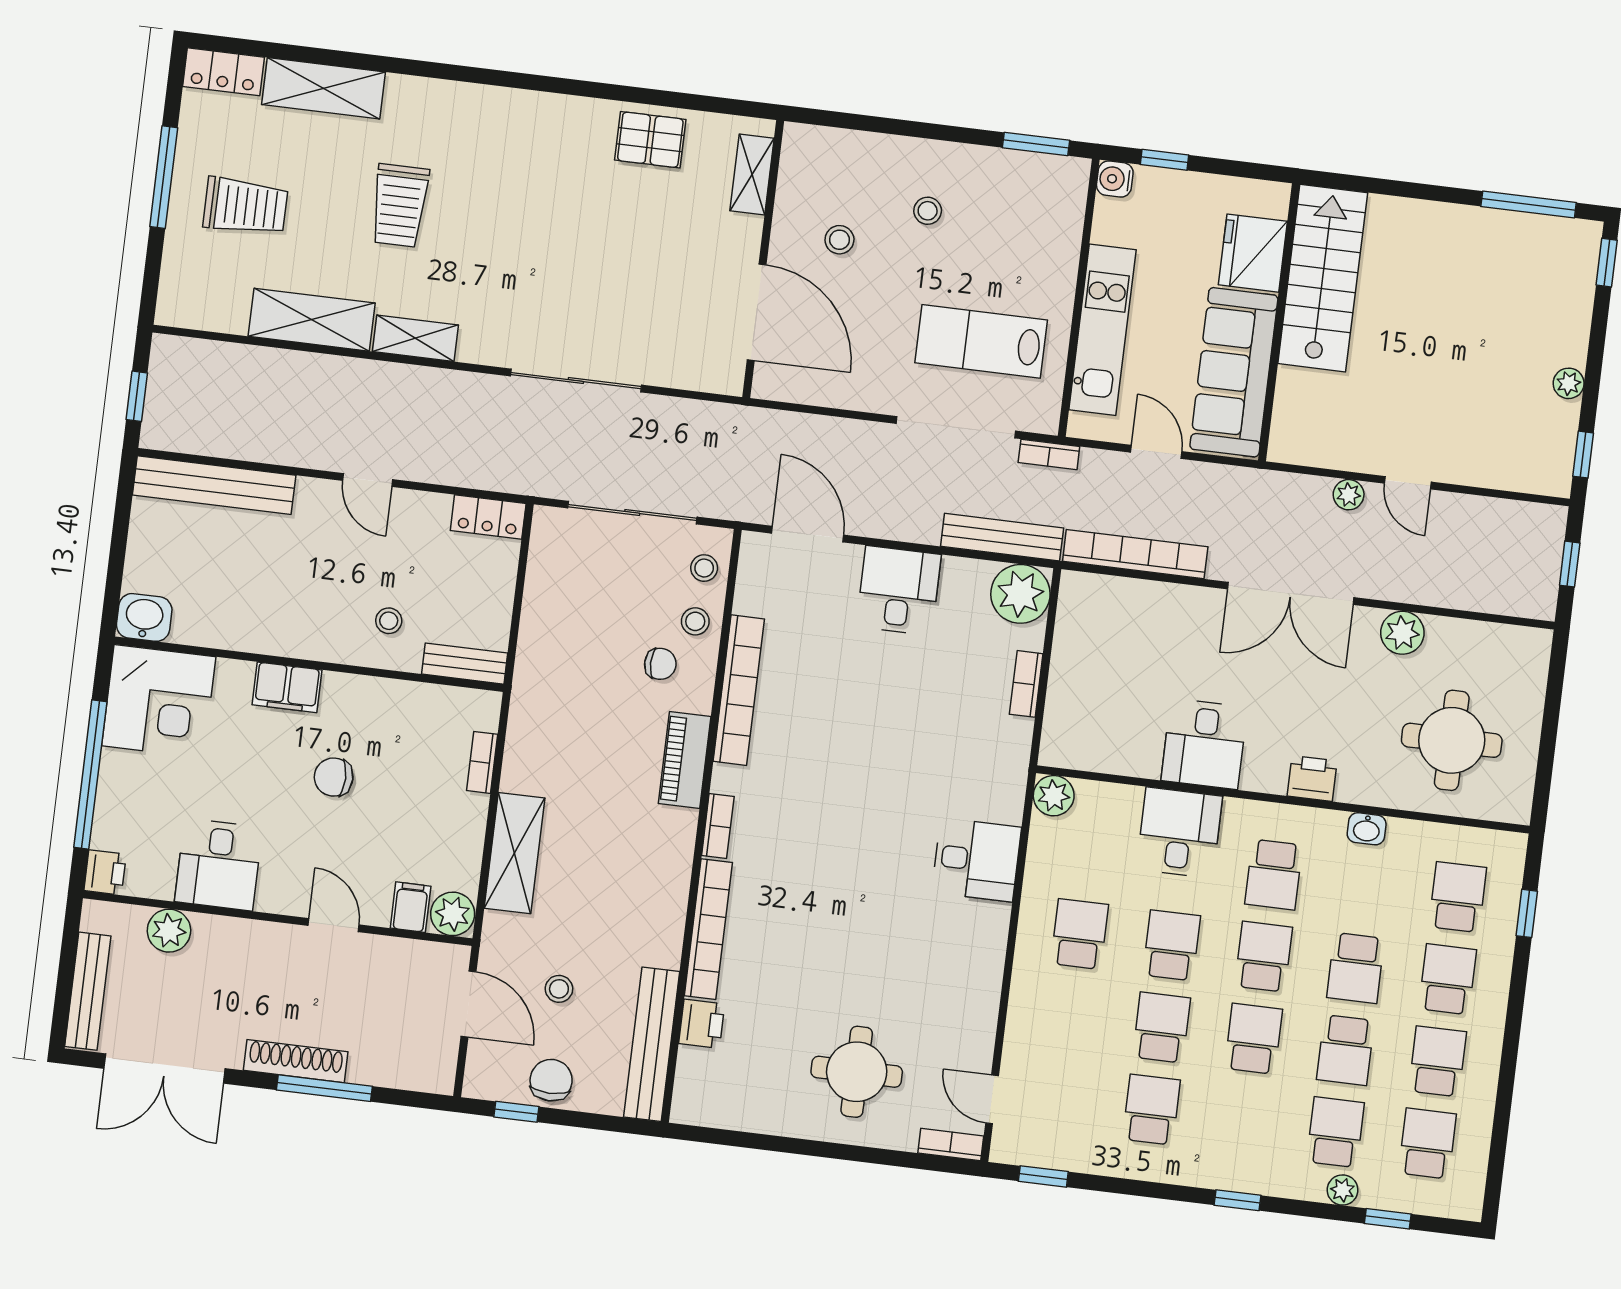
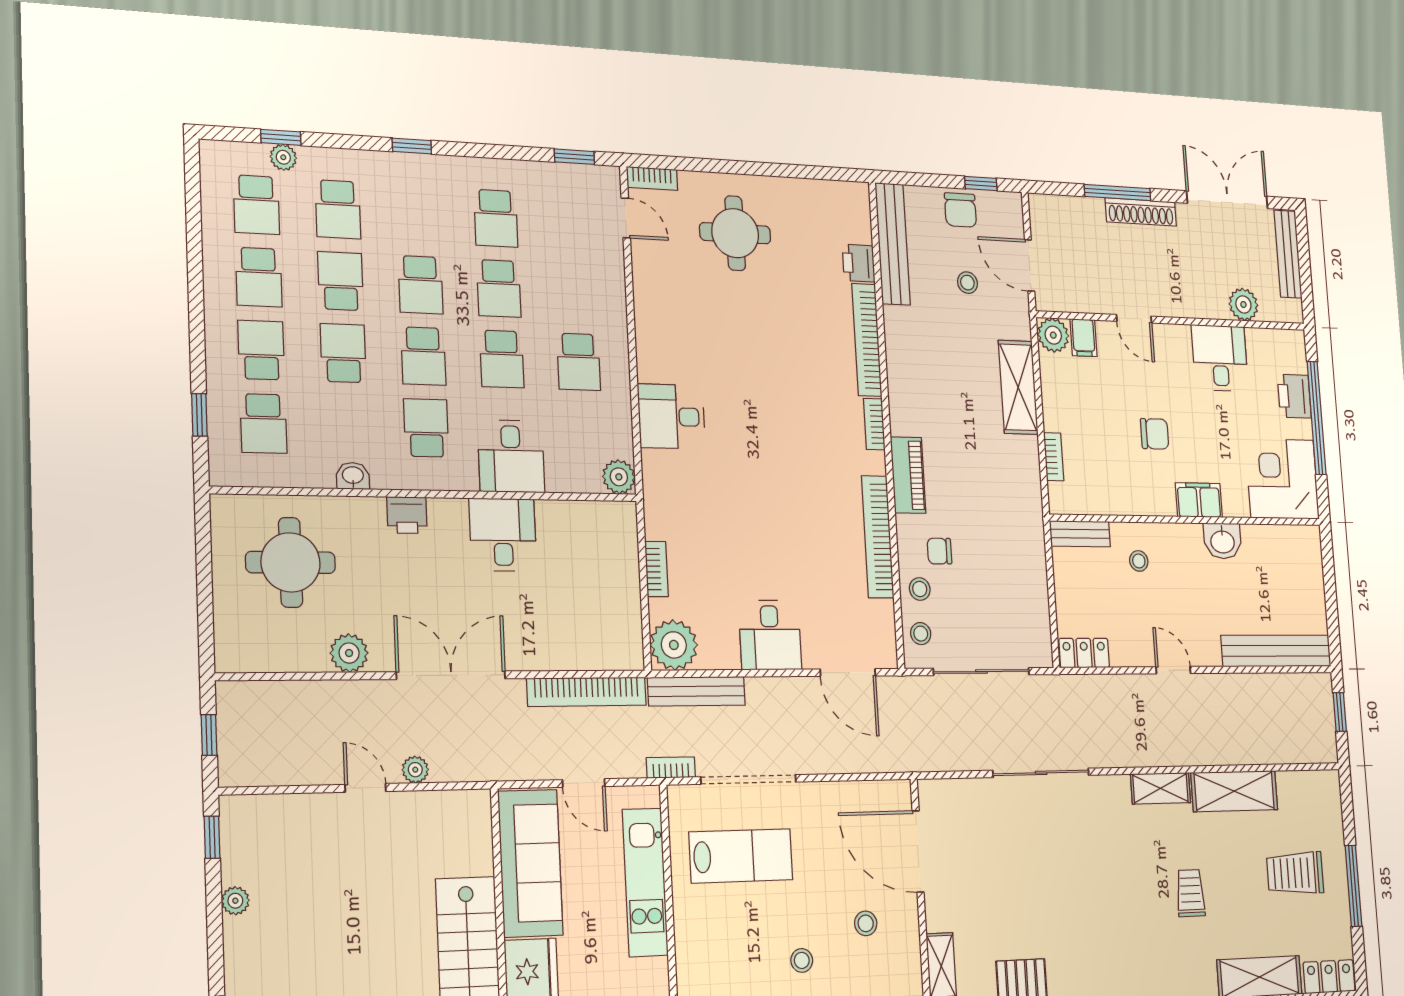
trolley: (400, 206) -> (1190, 893), width x0.73, depth x0.72
washbasin: (144, 617) -> (1222, 541), moved
printer: (105, 872) -> (1294, 396), moved, width x1.36, depth x1.24
school desk: (1448, 979) -> (261, 350), turned 180
plant: (1343, 1190) -> (283, 157), moved

